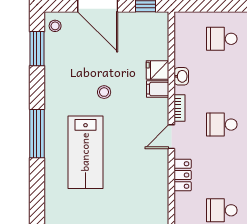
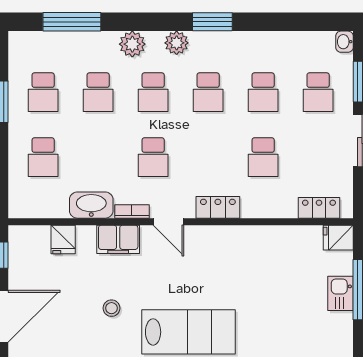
fridge: (158, 70) -> (63, 239), moved
washbasin: (181, 76) -> (91, 205), width x1.91, depth x1.45
filing cabinet: (158, 89) -> (118, 239), width x2.00

